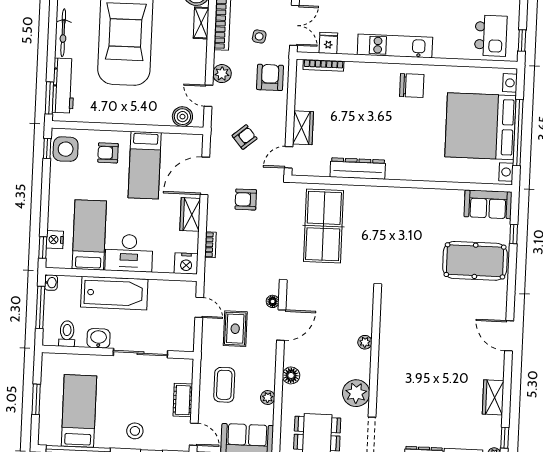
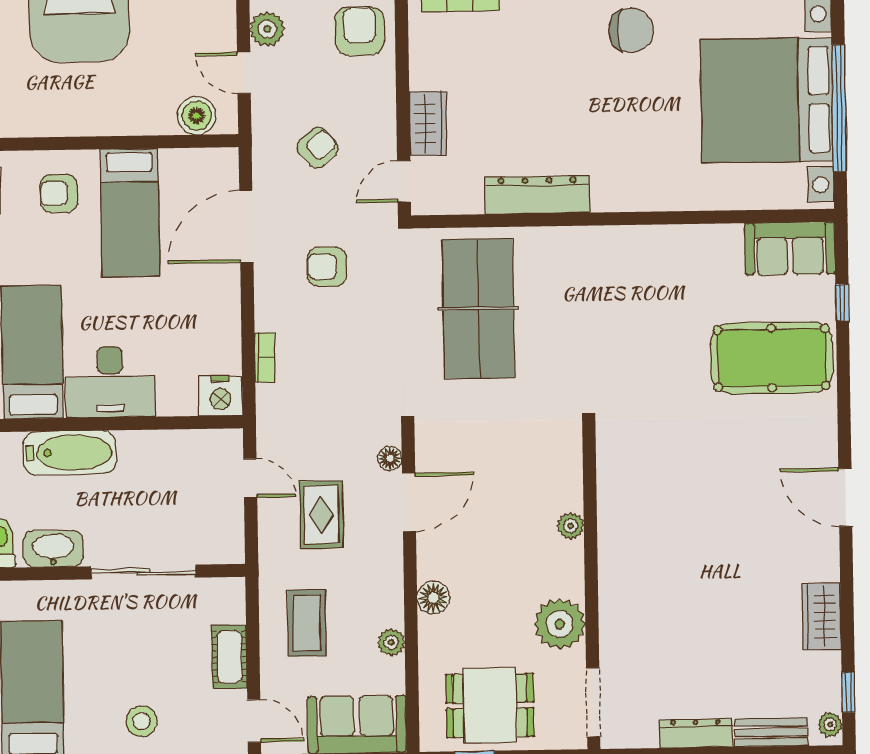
wardrobe: (190, 214) -> (223, 302), removed
bathtub: (114, 293) -> (70, 453), width x0.73, depth x0.73
washbasin: (99, 338) -> (53, 549), width x1.38

